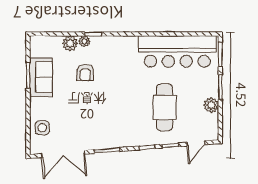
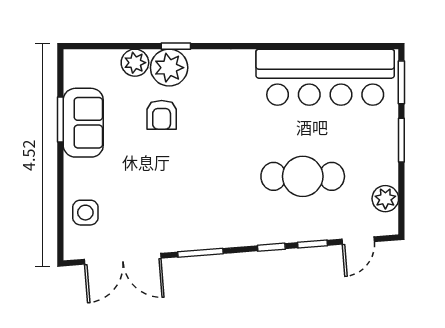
plant: (84, 41) -> (169, 68), width x1.88, depth x1.88
plant: (211, 105) -> (385, 199), moved
cafe table: (165, 107) -> (303, 176), turned 90

